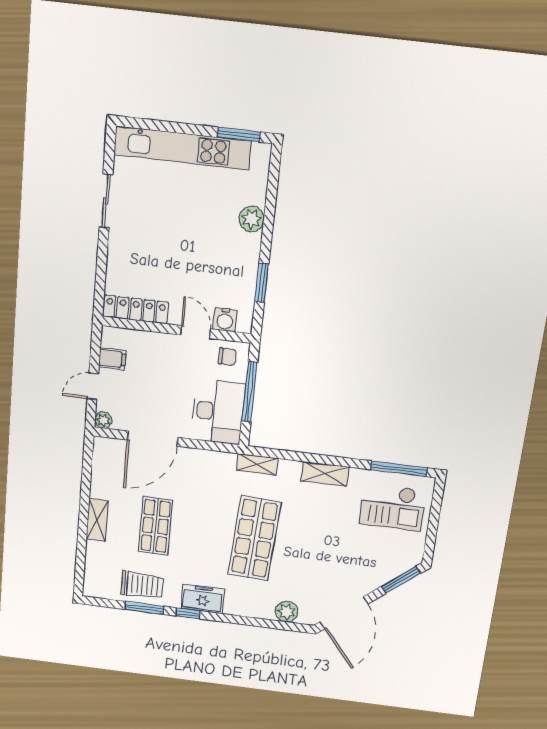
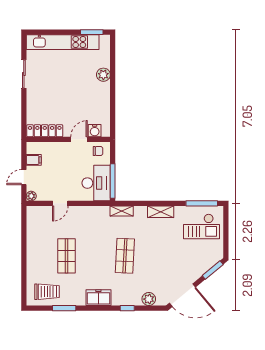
window: (262, 283) -> (113, 108), removed
door: (196, 332) -> (79, 139), hinge flipped
window: (250, 392) -> (113, 181), moved
door: (153, 439) -> (60, 203), width x0.53
shelving: (97, 520) -> (32, 257), removed
shop shelf: (255, 538) -> (125, 256), width x0.70, depth x0.74
trolley: (142, 585) -> (47, 292), moved
window: (188, 613) -> (127, 308), moved
door: (344, 613) -> (182, 295), hinge flipped

